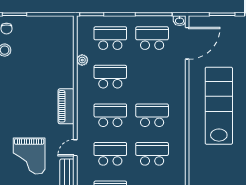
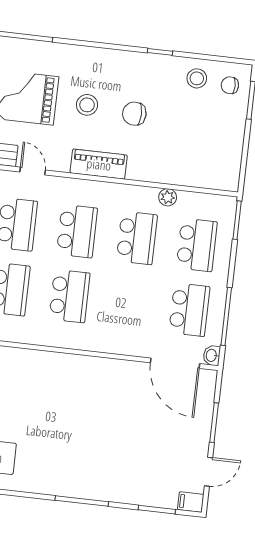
chair: (31, 87) -> (134, 114), added
lab bench: (219, 106) -> (72, 401), removed
stool: (29, 118) -> (87, 105), added

